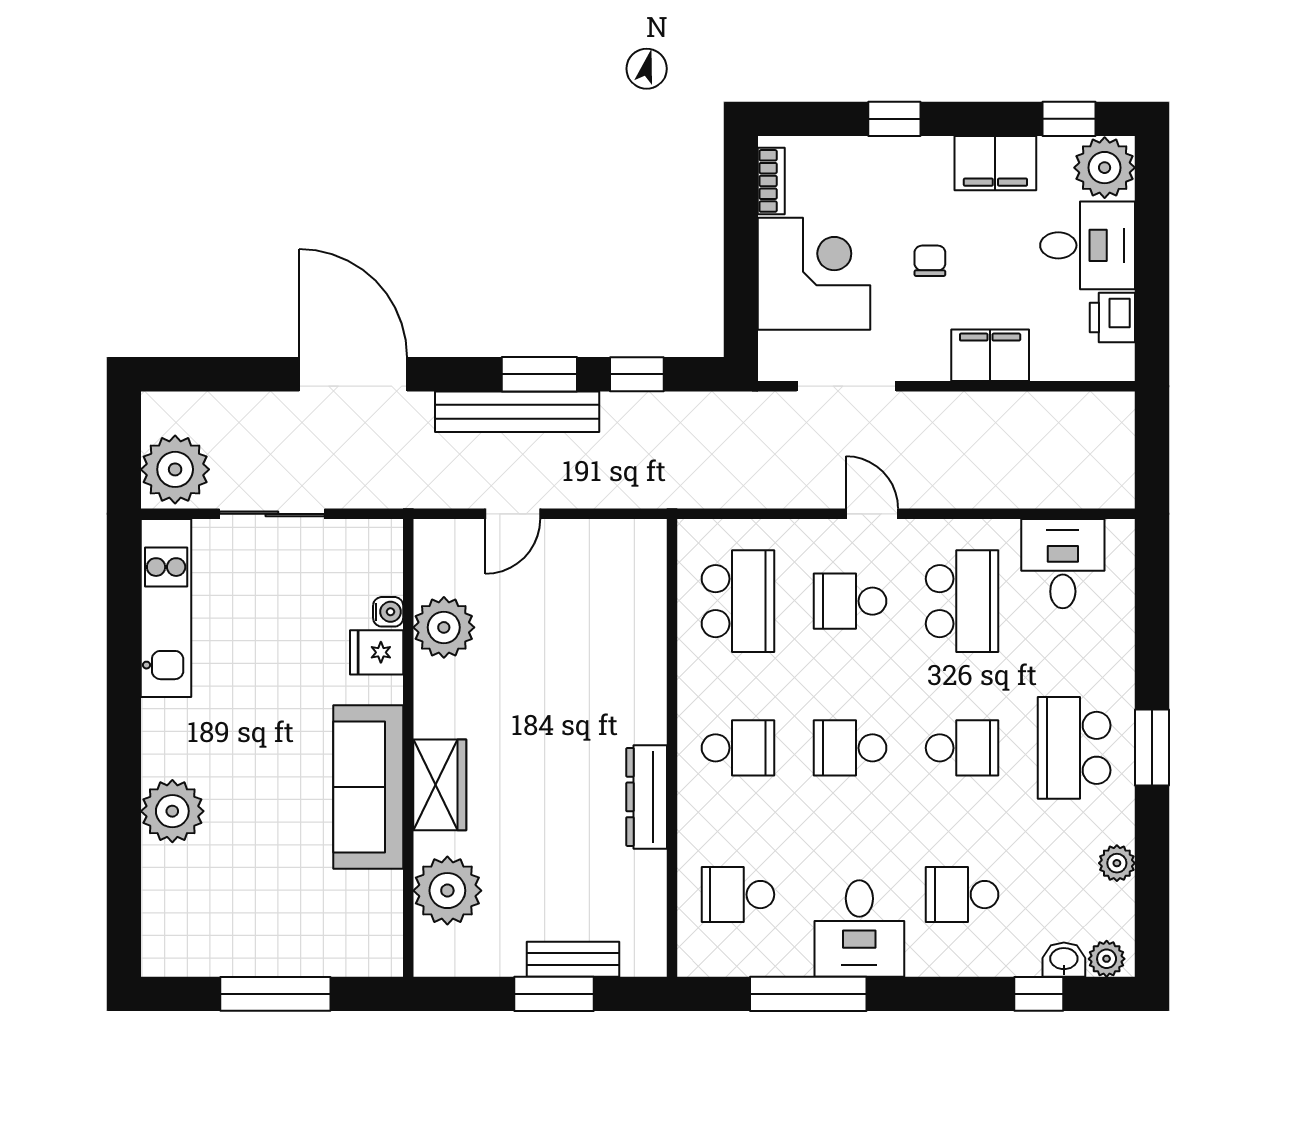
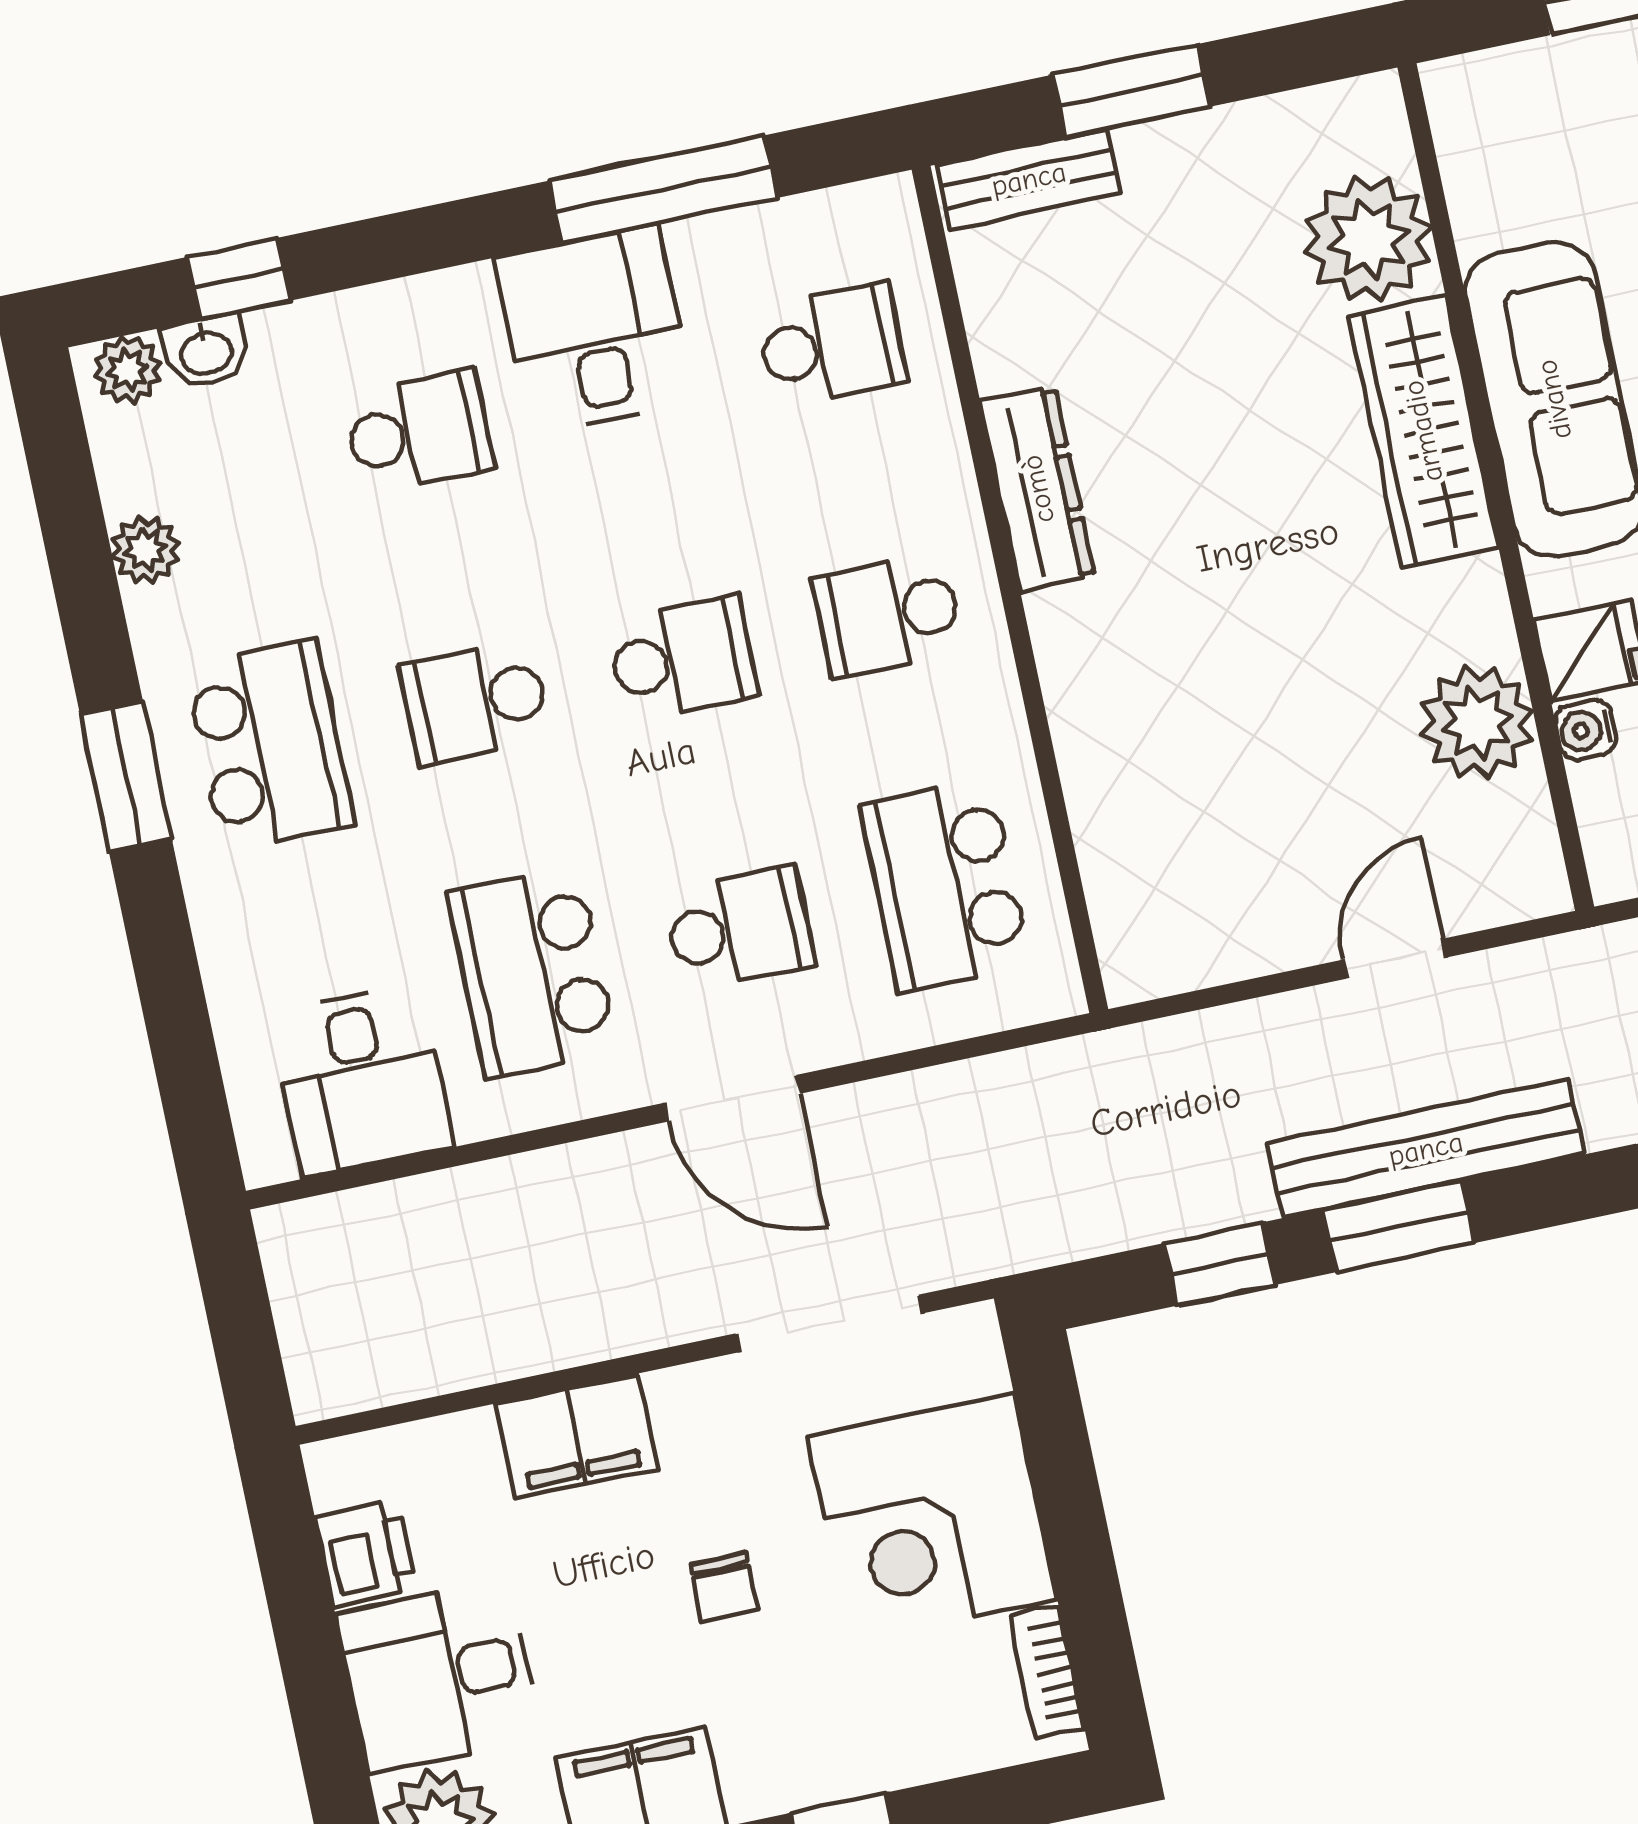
door: (872, 514) -> (732, 1098), width x1.38
wardrobe: (440, 785) -> (1423, 431), width x1.50
bench: (573, 959) -> (1029, 179), moved

